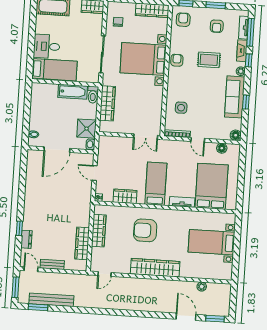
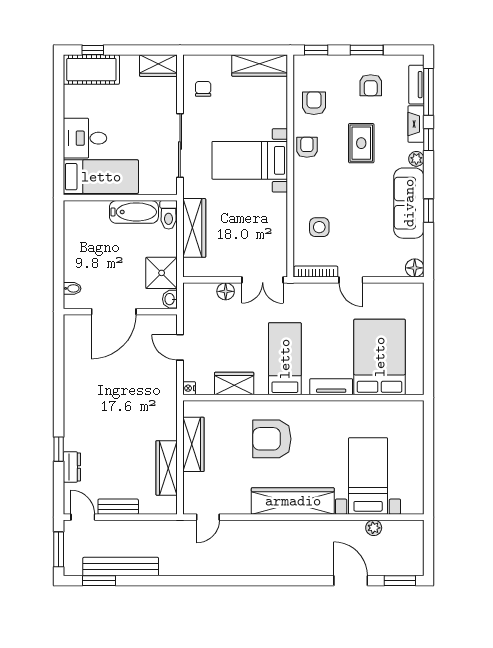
armchair: (183, 20) -> (314, 103), moved
bed with nightstands: (143, 59) -> (250, 160), width x0.73
rug: (209, 60) -> (361, 143), turned 90
floor lamp: (222, 148) -> (226, 291), moved
bed with nightstands: (211, 242) -> (368, 476), moved, turned 90

